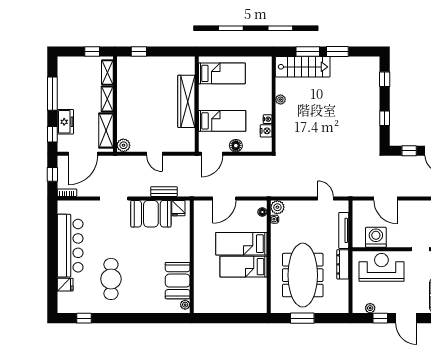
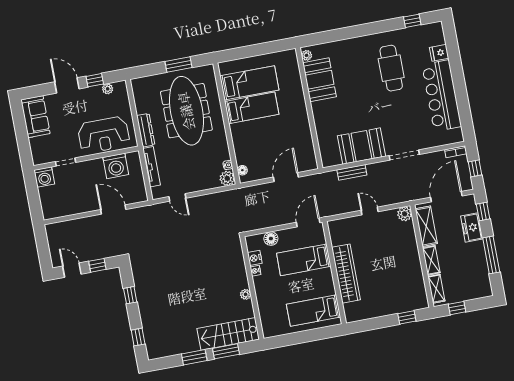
floor lamp: (236, 146) -> (271, 239), moved
fridge: (178, 208) -> (333, 158), removed
bed: (241, 244) -> (249, 83), moved

